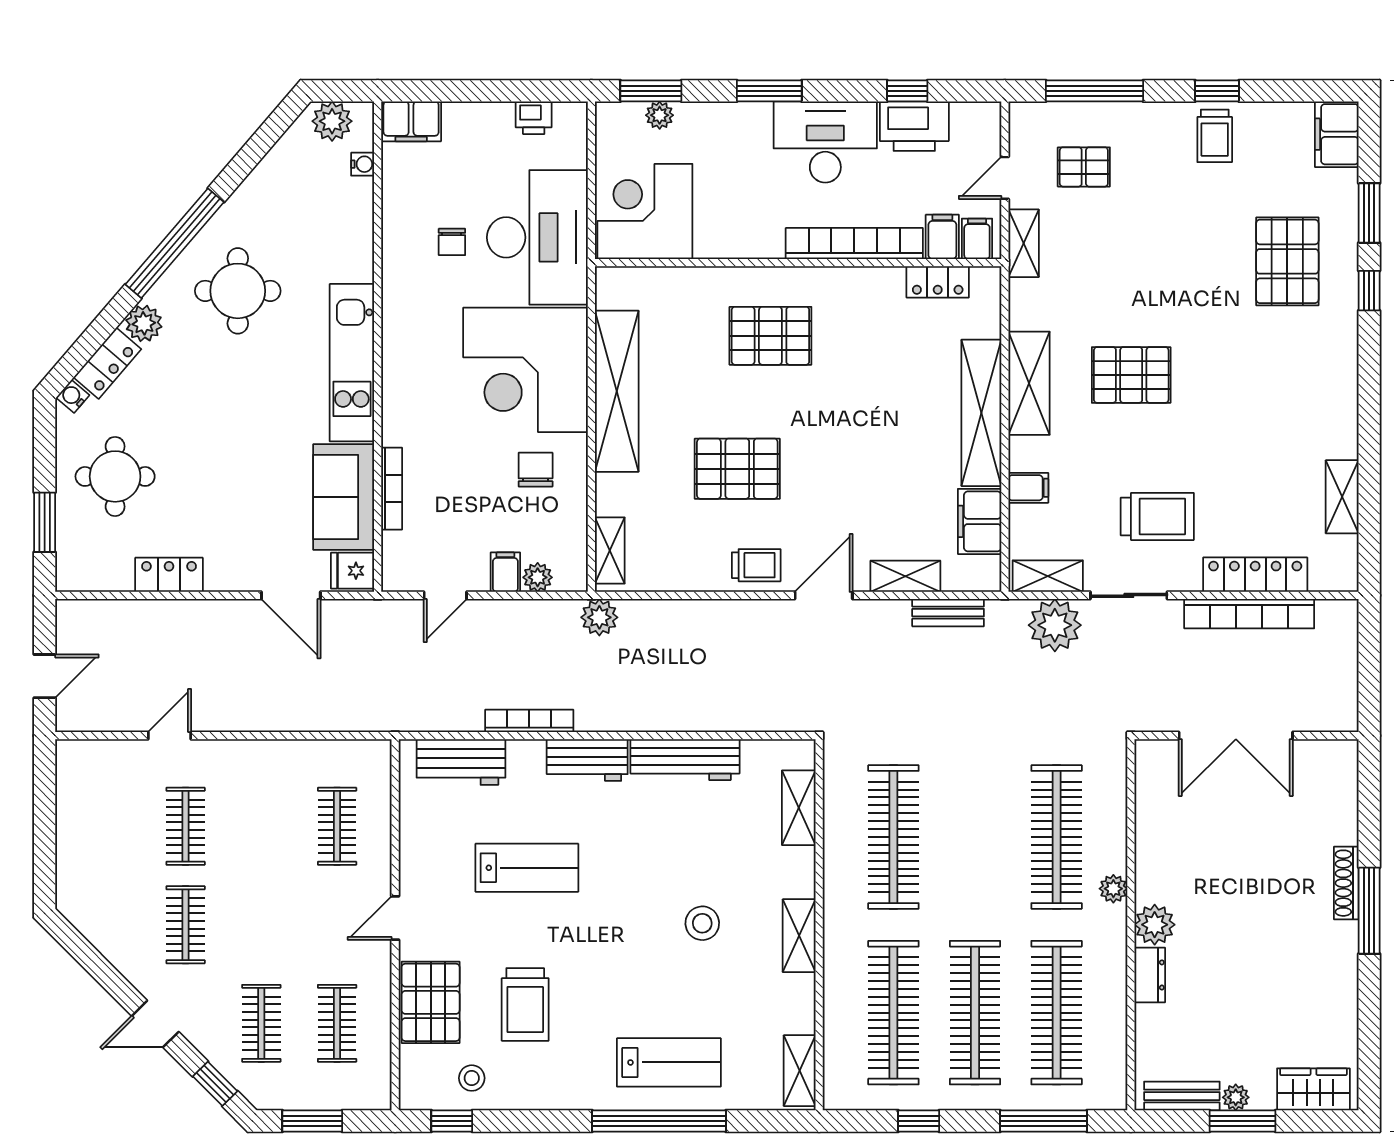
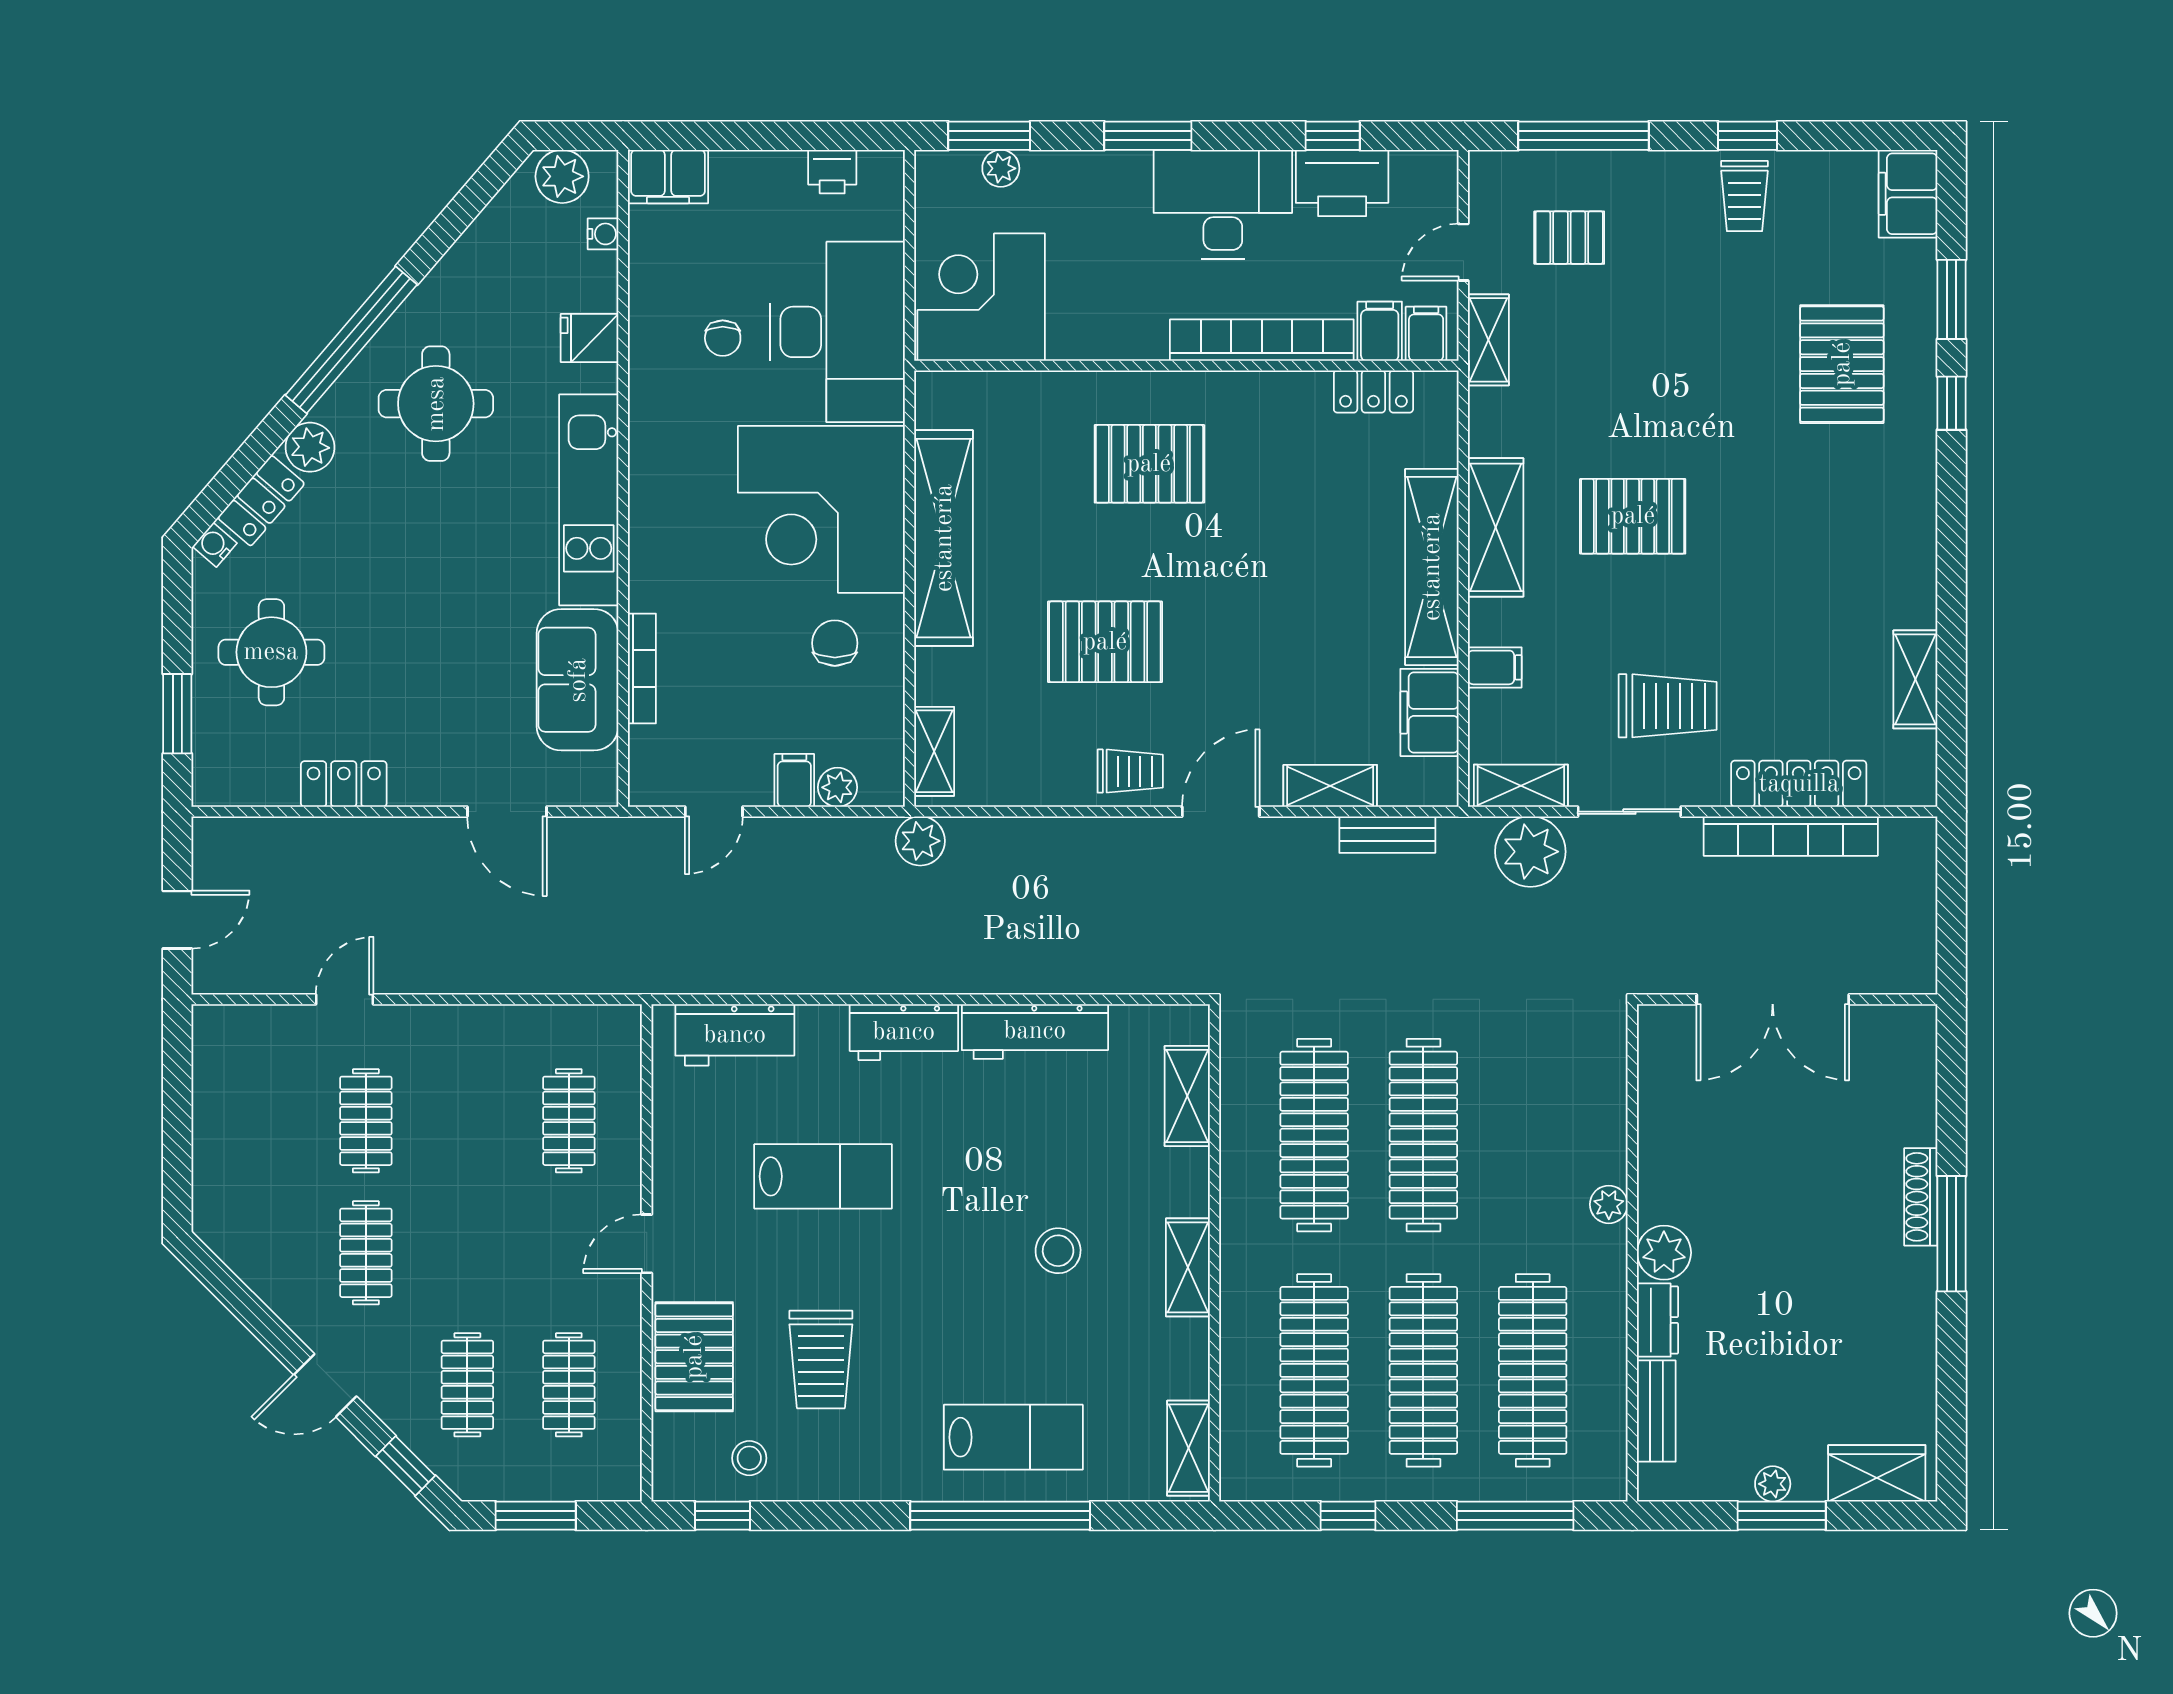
fridge: (353, 571) -> (590, 338), moved
bookcase: (529, 721) -> (826, 980), removed
clothes rail: (1057, 837) -> (1423, 1135), moved
bench: (1182, 1096) -> (1656, 1411), moved, turned 90

